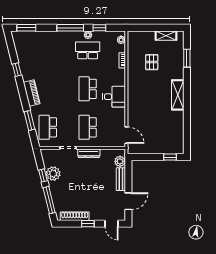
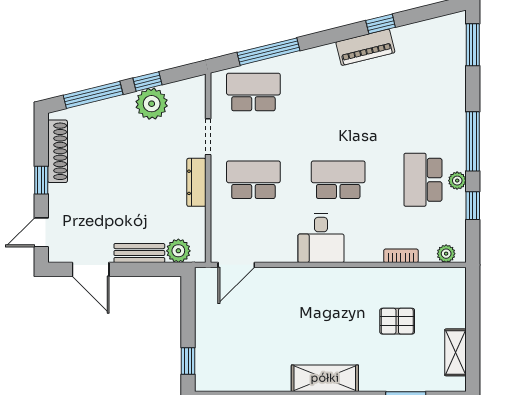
school desk: (88, 50) -> (423, 180), turned 180
piano: (32, 93) -> (365, 47), moved
window: (29, 120) -> (269, 52), width x1.44

